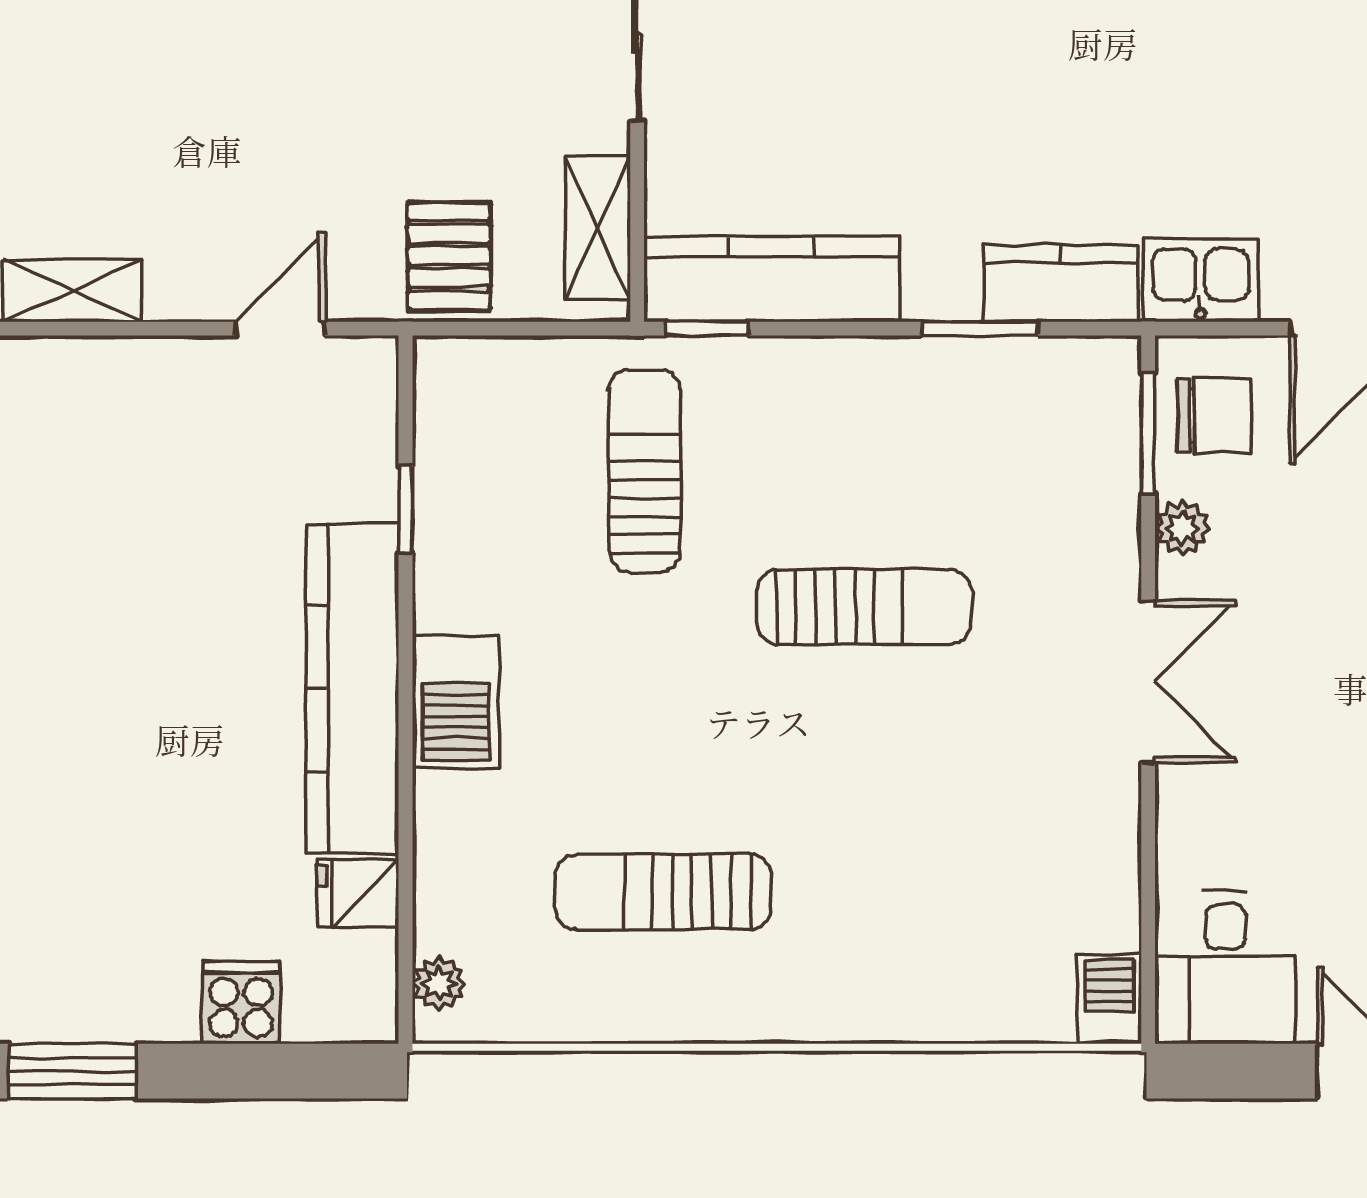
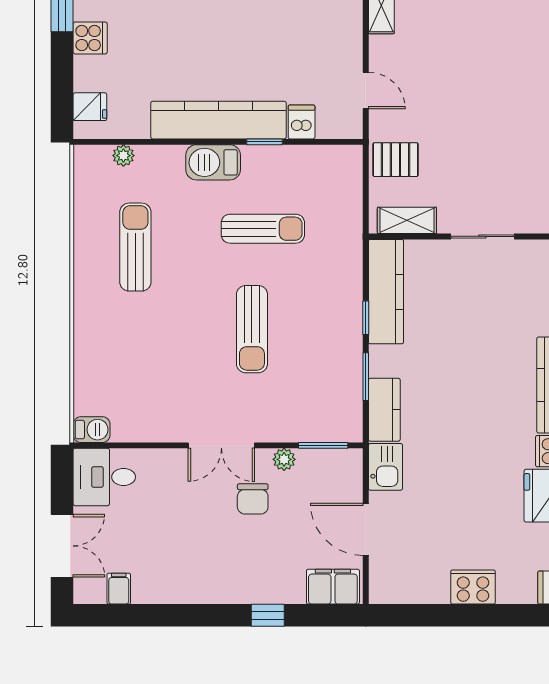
window: (707, 329) -> (366, 318), moved
chair: (1214, 415) -> (253, 499), moved
sun lounger: (645, 471) -> (263, 229), moved
dishwasher: (357, 486) -> (302, 122), added
window: (405, 510) -> (265, 142), moved
fridge: (358, 894) -> (90, 107), moved, turned 90
plant: (439, 984) -> (123, 156), moved
cooker: (241, 1003) -> (90, 38), moved

